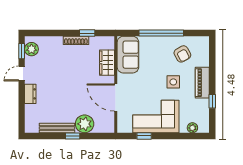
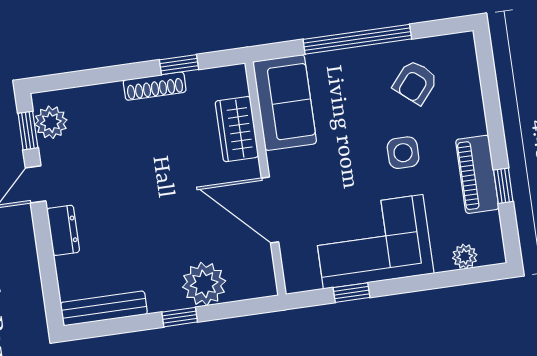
armchair: (182, 54) -> (415, 82), turned 69
piano: (202, 83) -> (477, 174), moved
bench: (57, 128) -> (104, 308), moved

